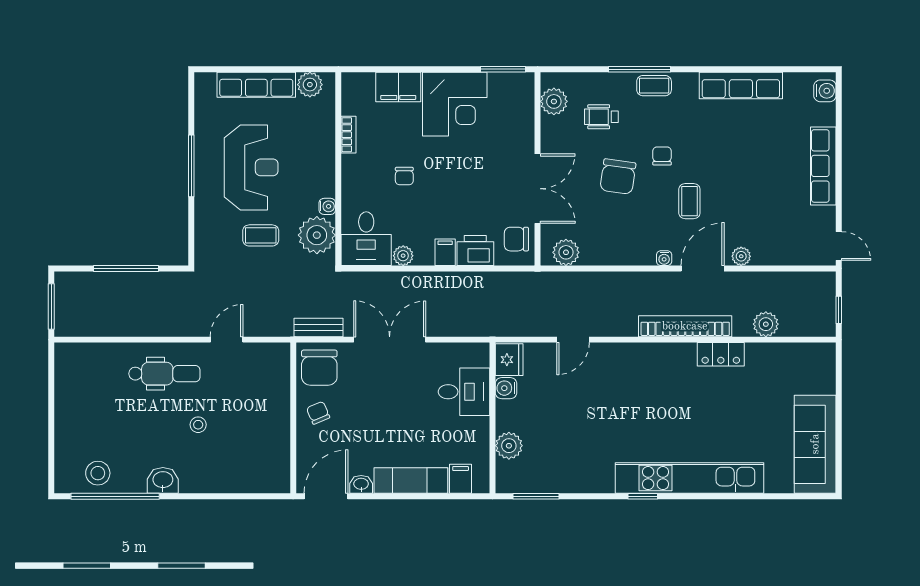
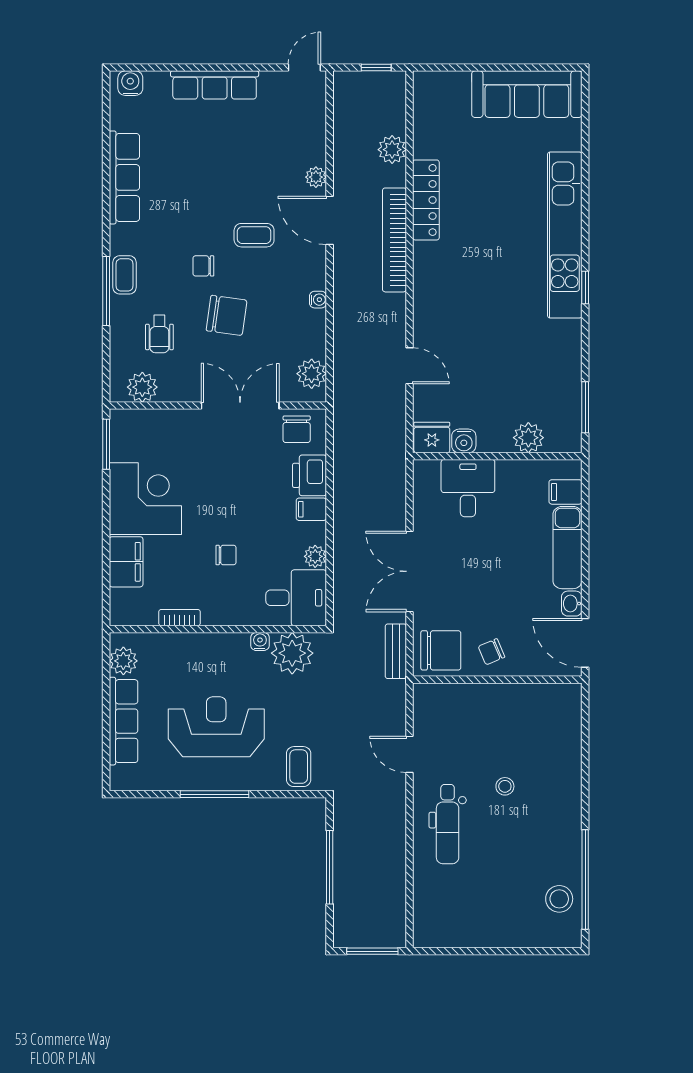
coffee table: (261, 235) -> (299, 767), moved
water cooler: (664, 258) -> (318, 300), moved
locker: (721, 354) -> (426, 200), width x1.53
dental chair: (164, 374) -> (448, 824), turned 180
washbasin: (163, 480) -> (567, 826), removed

